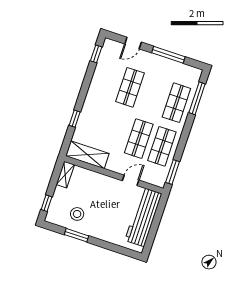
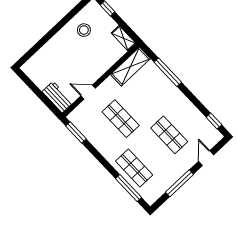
window: (75, 119) -> (168, 72), width x2.17
shop shelf: (162, 146) -> (103, 135), removed
door: (131, 180) -> (88, 92), swing flipped
workbench: (143, 217) -> (58, 97), width x0.53, depth x0.76
window: (76, 235) -> (66, 20), removed

